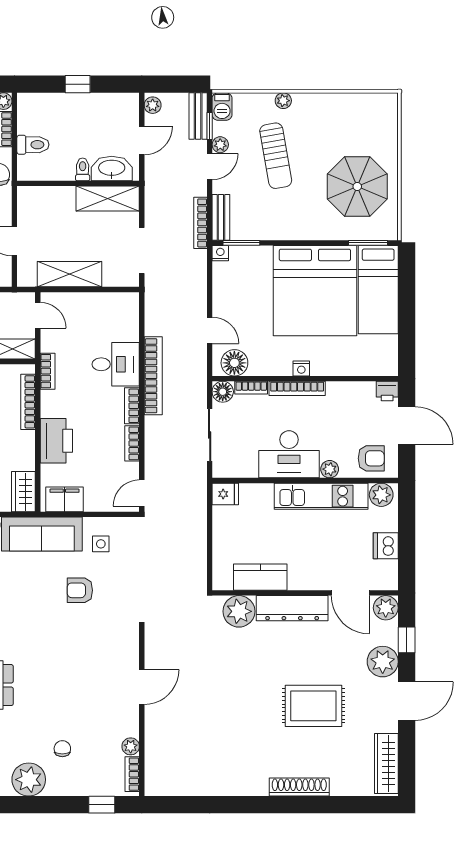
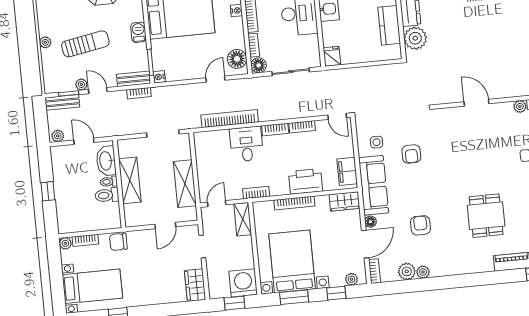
barbecue: (222, 107) -> (138, 32), moved, turned -90
toilet: (33, 145) -> (107, 195), moved, turned -90
shelving: (108, 199) -> (130, 180), moved
bookcase: (200, 223) -> (139, 93), width x0.64
bookcase: (153, 376) -> (230, 119), moved
bookcase: (28, 402) -> (294, 203), moved

